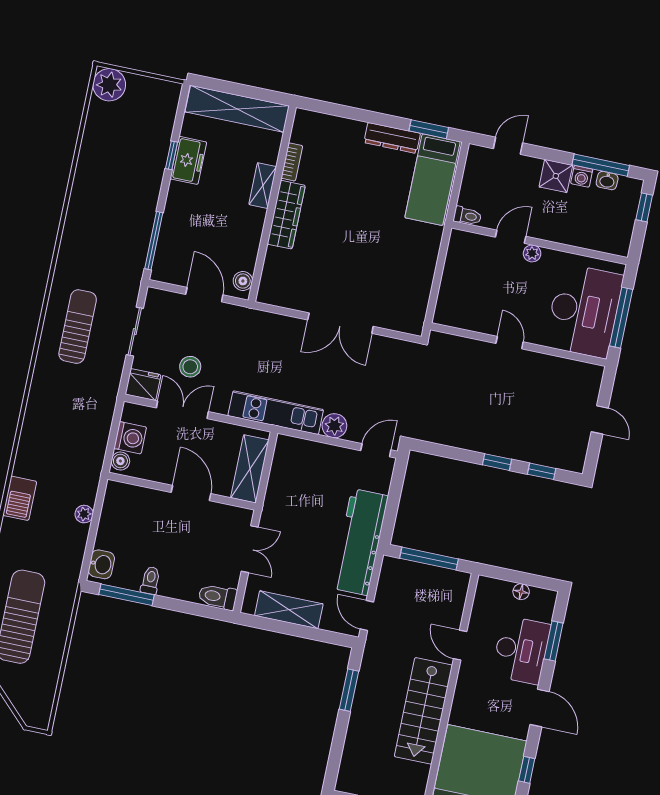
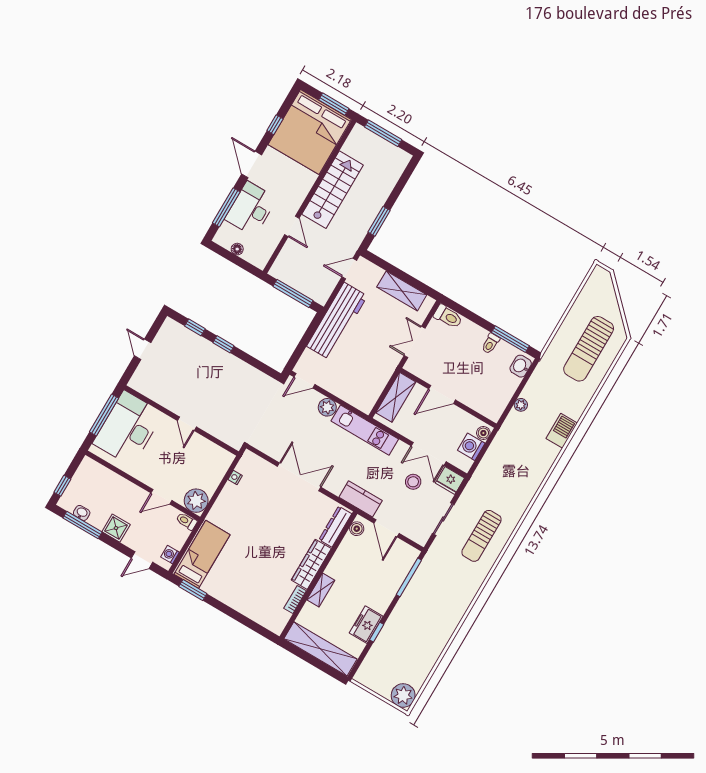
dresser: (392, 138) -> (335, 527), moved, turned -90
washing machine: (582, 176) -> (170, 555), moved, turned -90
plant: (532, 253) -> (196, 501), moved, width x1.87, depth x1.87
nightstand: (423, 294) -> (235, 477), added
kitchen counter: (251, 321) -> (361, 499), added
door: (191, 493) -> (442, 394), hinge flipped
door: (367, 615) -> (349, 269), swing flipped
window: (554, 641) -> (226, 207), width x1.44

